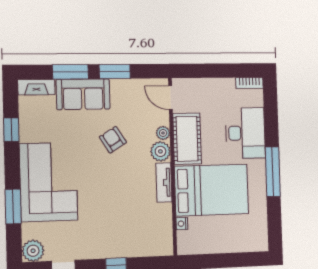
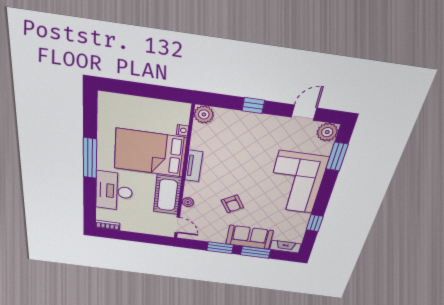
plant: (160, 151) -> (204, 114), moved
window: (13, 206) -> (337, 157), moved

